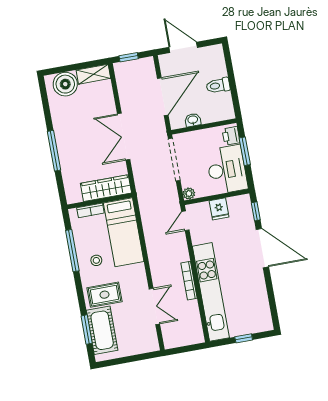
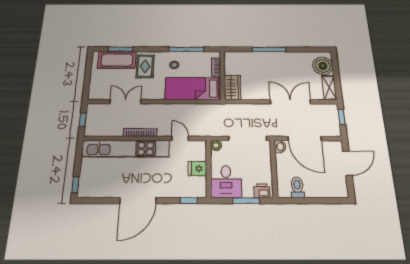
toilet: (218, 85) -> (297, 187), moved
washbasin: (193, 120) -> (280, 147), moved
double door: (124, 137) -> (290, 102), moved
desk: (227, 170) -> (226, 182), width x0.73
wardrobe: (106, 188) -> (232, 88), width x0.67
door: (185, 221) -> (180, 138), moved
door: (262, 248) -> (138, 201), moved
double door: (154, 306) -> (125, 102), swing flipped
window: (244, 338) -> (75, 185), moved
window: (186, 349) -> (83, 120), added

